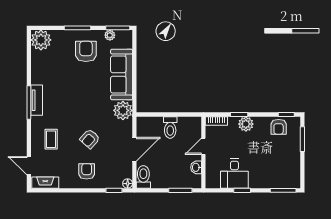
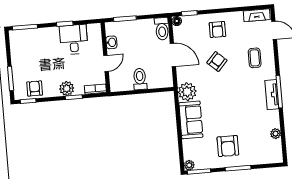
plant: (110, 35) -> (189, 165), moved
plant: (41, 40) -> (276, 134), moved, width x0.53, depth x0.53
sofa: (122, 75) -> (191, 120), width x0.73
door: (134, 149) -> (173, 55), swing flipped

